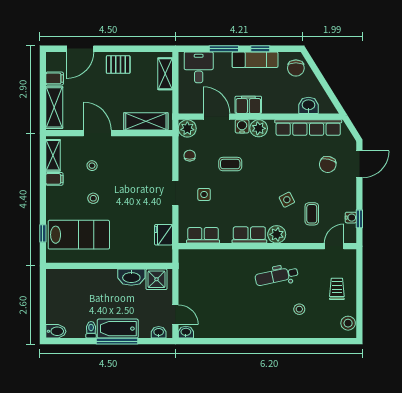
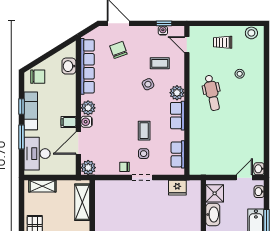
desk: (199, 67) -> (37, 154), width x1.37
filing cabinet: (248, 105) -> (68, 122), width x0.50
chair: (190, 156) -> (125, 167), moved
coffee table: (230, 164) -> (144, 131), moved
chair: (328, 164) -> (118, 50), turned -124

